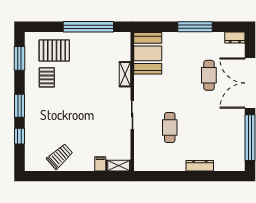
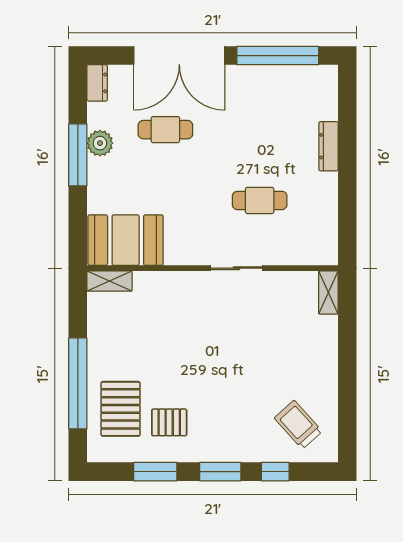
window: (88, 27) -> (78, 383), moved
plant: (202, 39) -> (100, 143), added
window: (19, 58) -> (155, 472), moved
shelving: (125, 74) -> (110, 281), moved
trolley: (60, 156) -> (298, 425), moved
filing cabinet: (100, 164) -> (325, 326), removed

